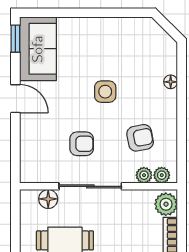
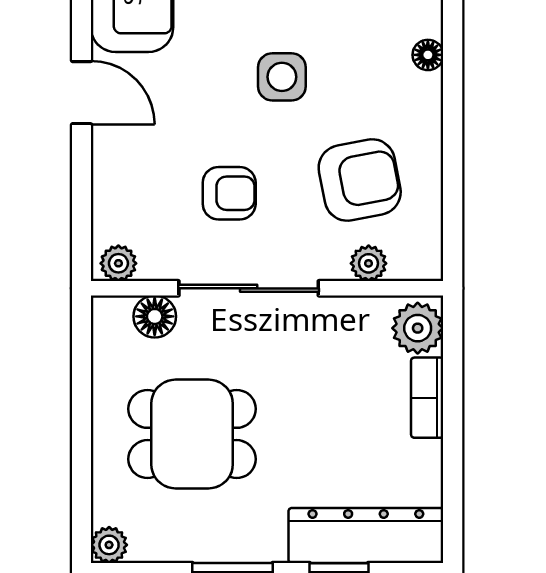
armchair: (140, 138) -> (360, 180), width x1.38, depth x1.38
plant: (162, 175) -> (118, 263), moved

